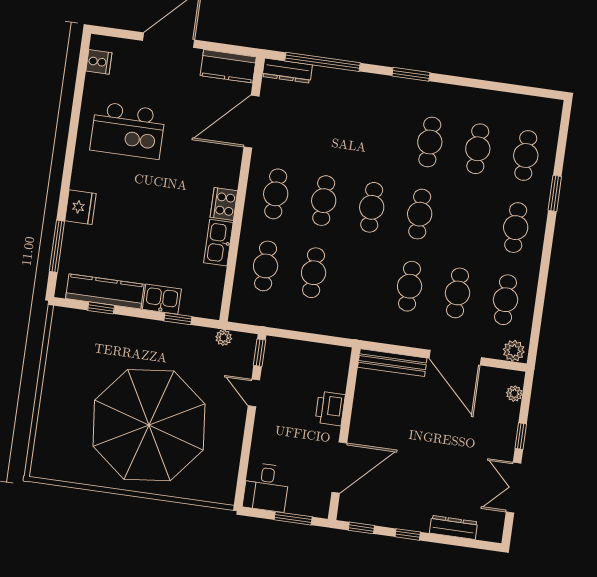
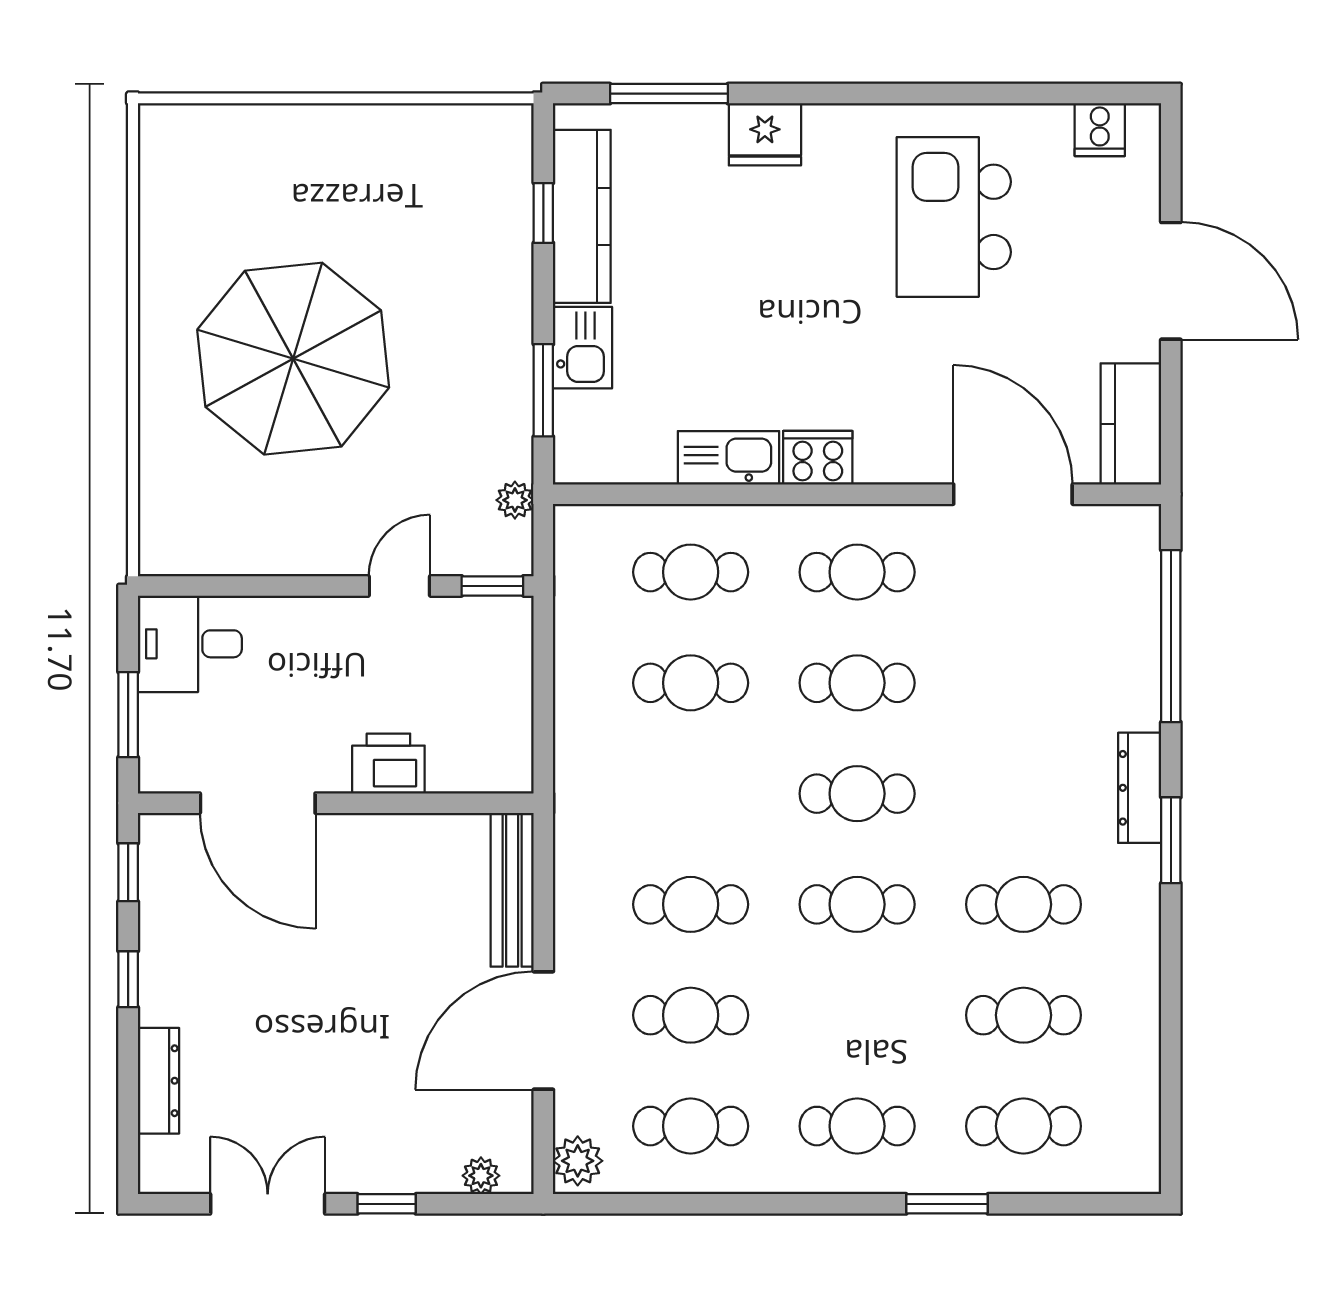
dresser: (287, 71) -> (1140, 788), moved
window: (178, 319) -> (543, 390), width x1.50
parasol: (149, 425) -> (293, 359), width x0.73, depth x0.73

